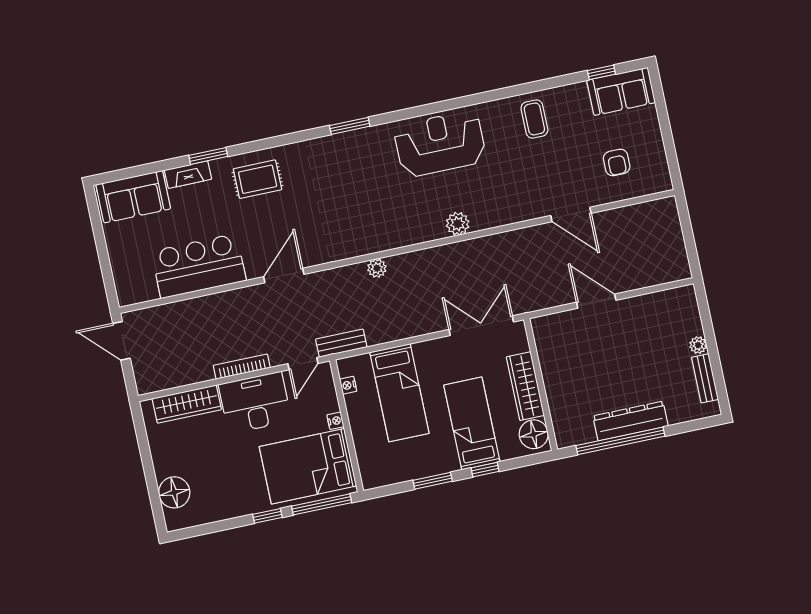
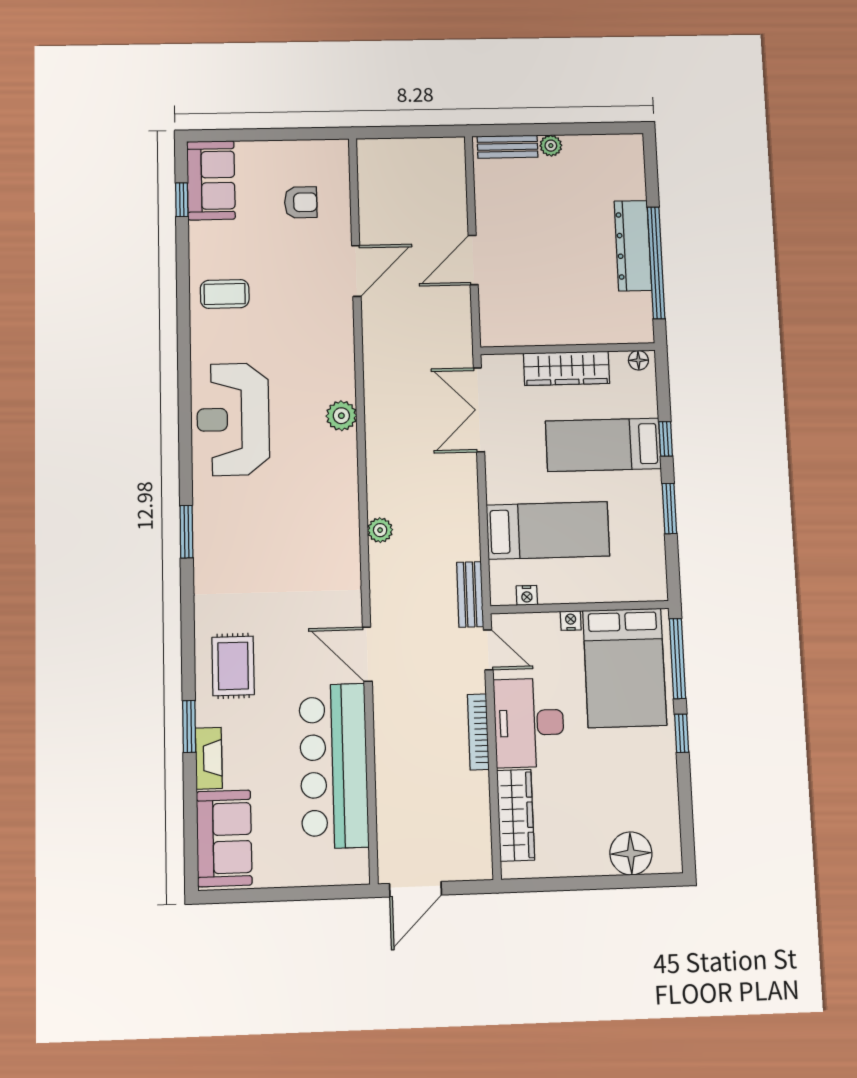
bar counter: (199, 266) -> (334, 766), width x1.36
bench: (705, 378) -> (508, 147), moved
floor lamp: (534, 434) -> (638, 360), width x0.53, depth x0.53

